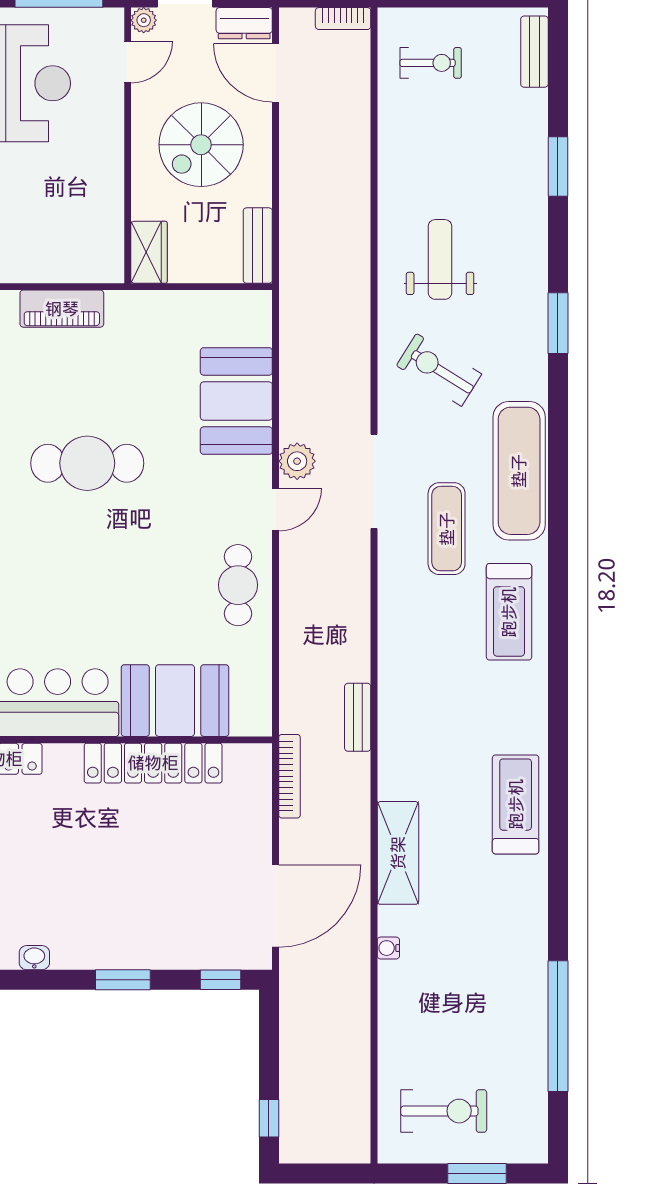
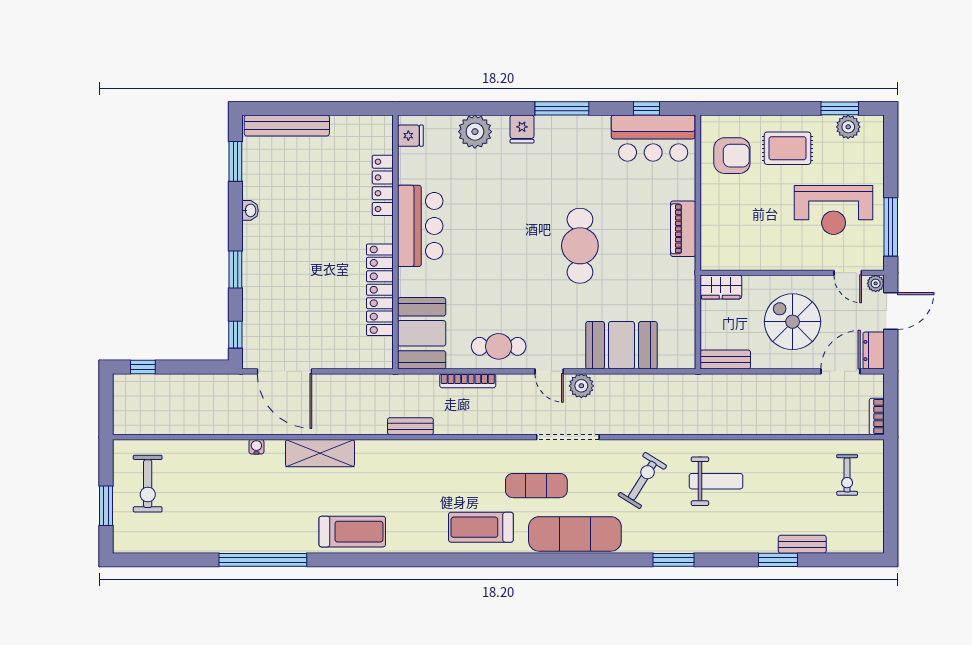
bench: (534, 52) -> (802, 544), moved
booth: (175, 701) -> (422, 333), moved
bookcase: (290, 776) -> (468, 381), moved
window: (558, 1026) -> (263, 560), moved

